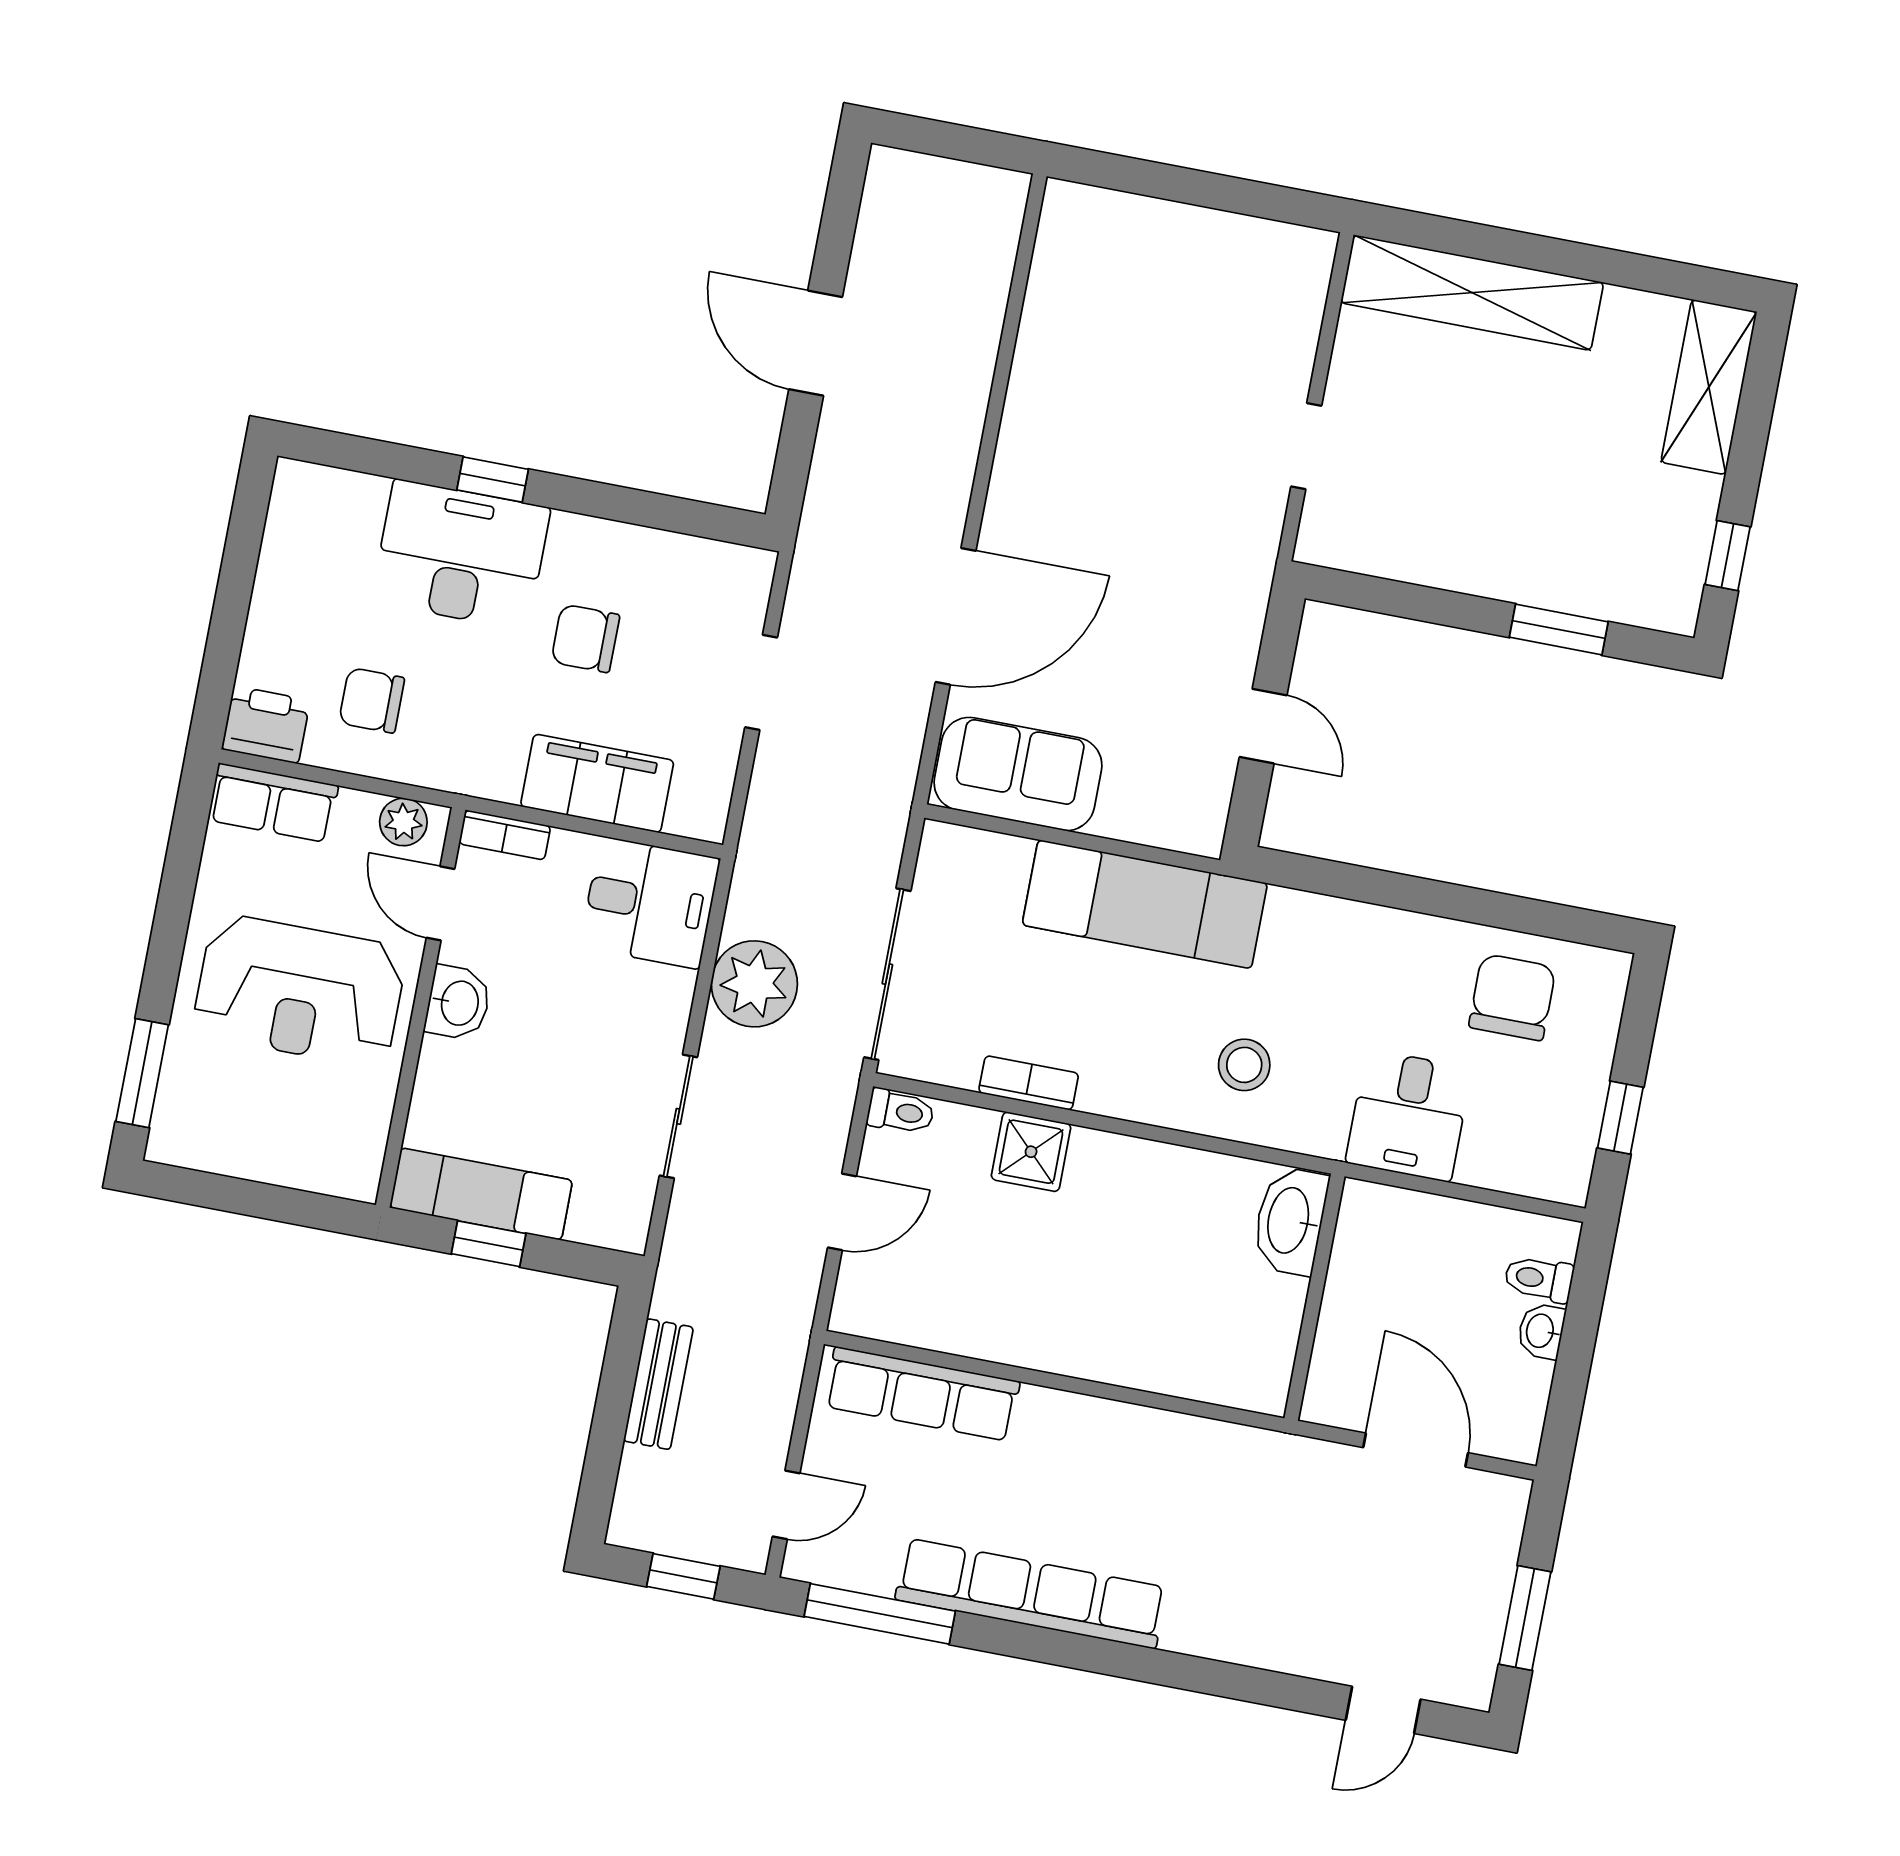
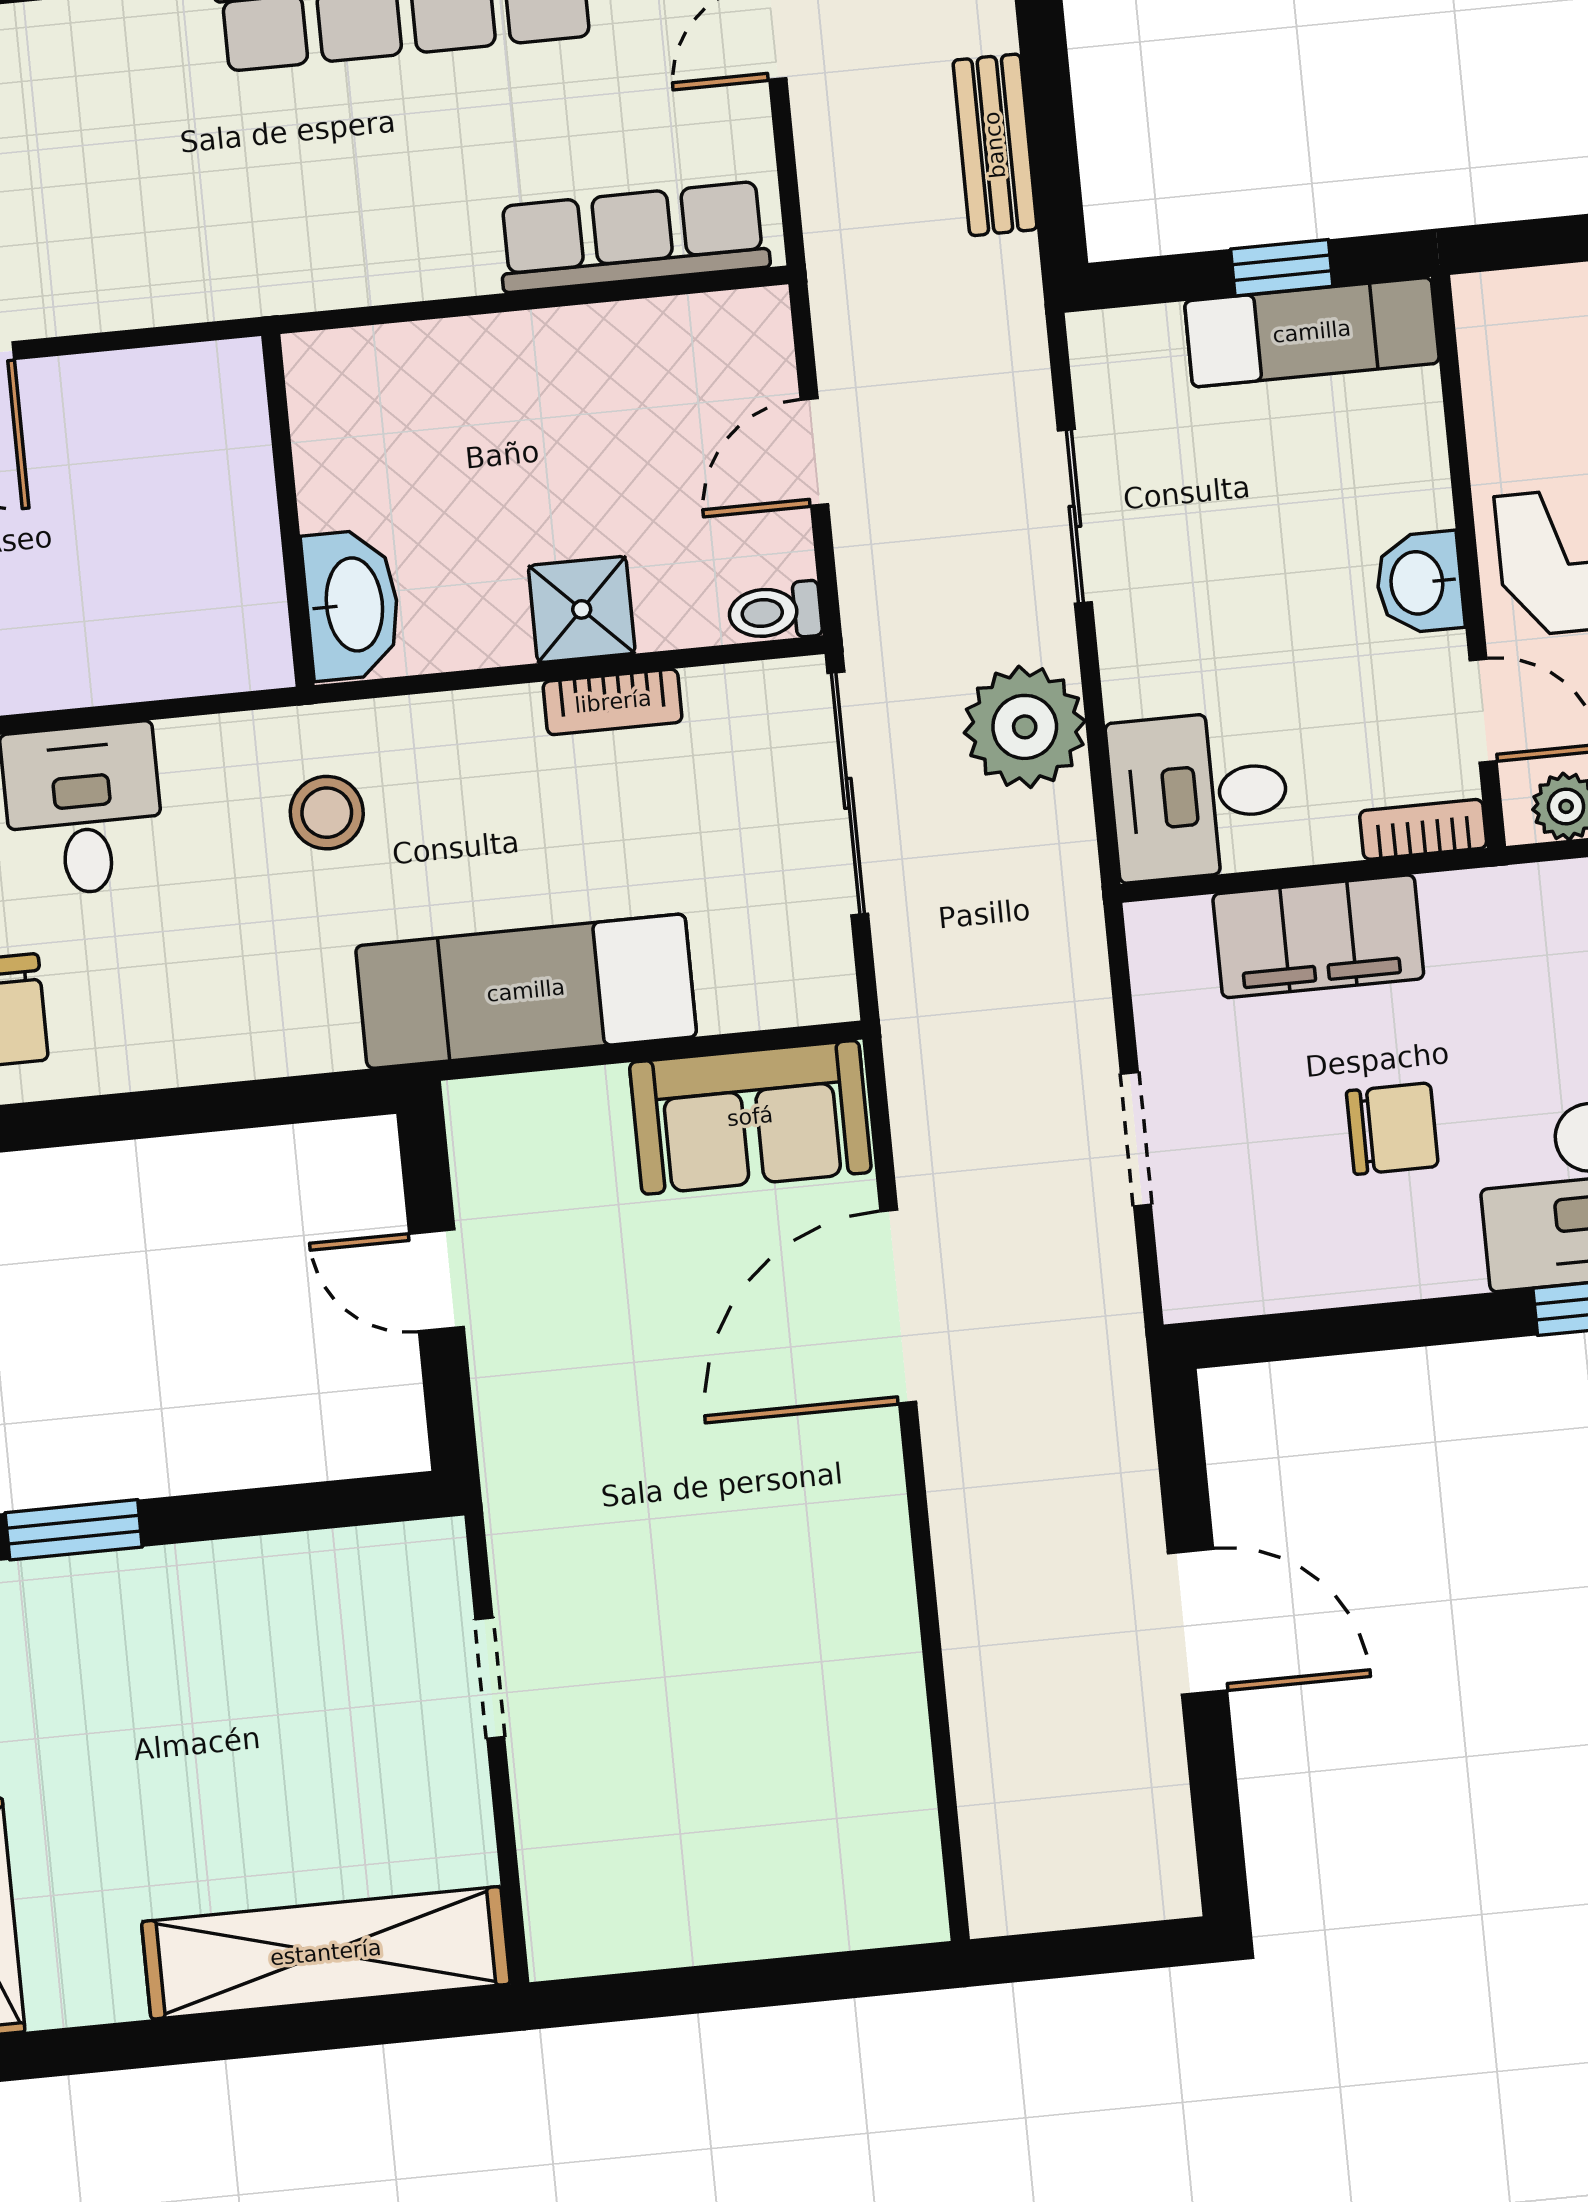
washbasin: (1290, 1221) -> (352, 605), moved
wall: (1314, 1297) -> (288, 510), moved

